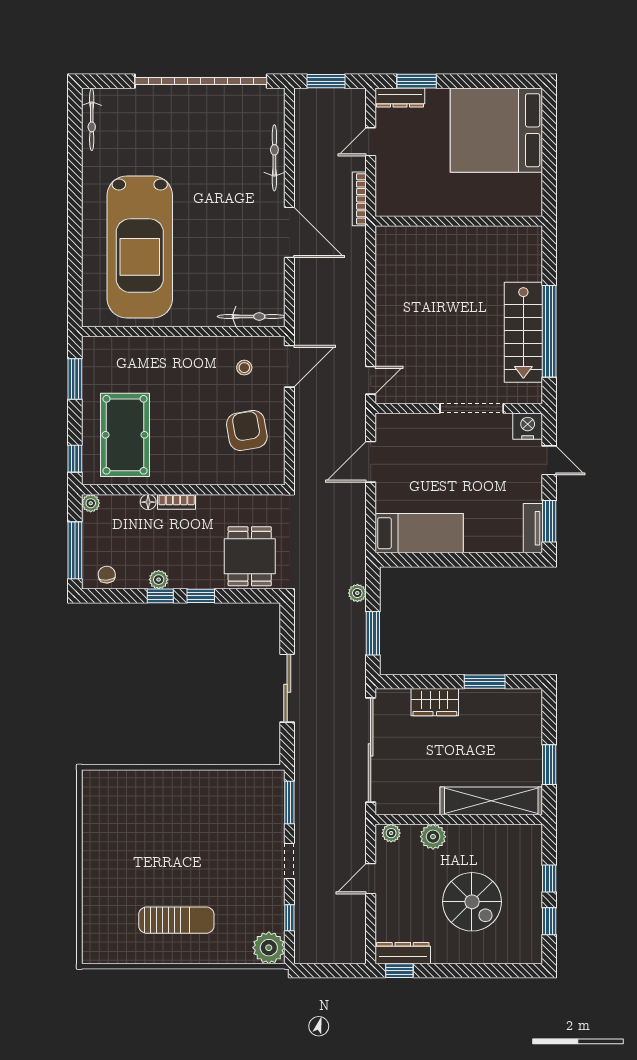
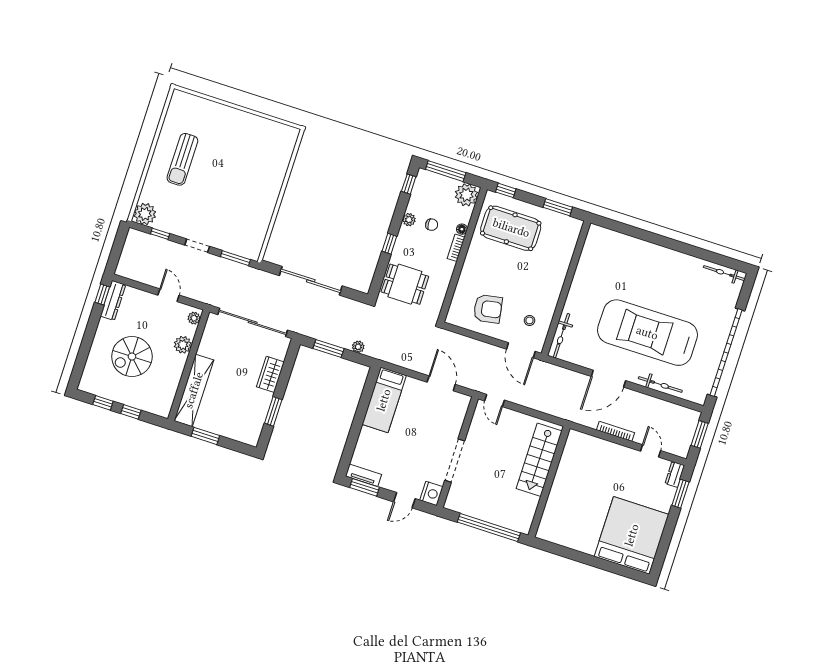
dresser: (400, 98) -> (675, 474), width x0.70
wall: (459, 221) -> (549, 482), moved
car: (140, 247) -> (647, 333), moved
stairs: (523, 332) -> (539, 460), moved, turned -90
plant: (91, 503) -> (466, 195), width x1.88, depth x1.88
chair: (107, 575) -> (432, 225), moved
window: (160, 596) -> (409, 184), moved
sliding door: (287, 688) -> (311, 281), width x1.36

